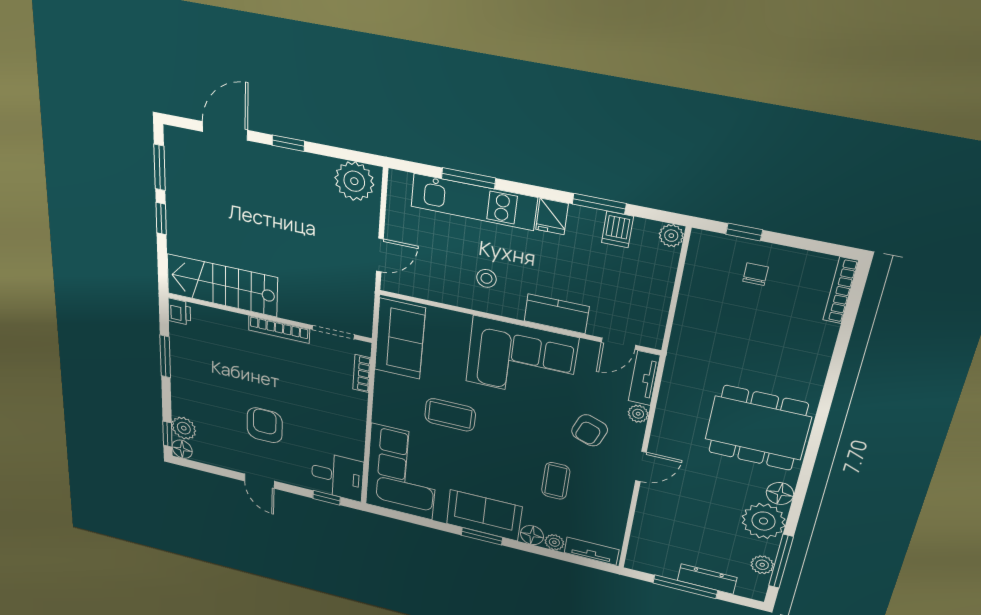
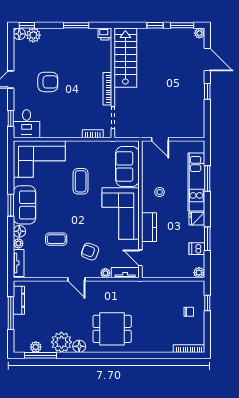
plant: (354, 181) -> (199, 33), moved, width x0.53, depth x0.53
sofa: (400, 339) -> (127, 166), moved, turned 90
dining table: (758, 428) -> (112, 329), width x0.73
dresser: (707, 579) -> (19, 300), moved

